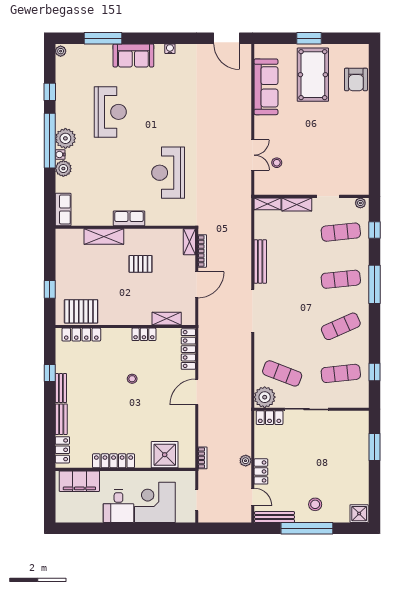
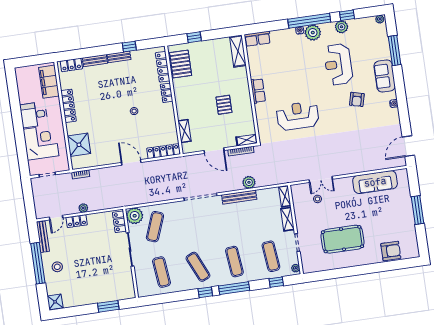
window: (309, 38) -> (418, 210), width x1.44
pool table: (313, 75) -> (342, 239), moved
armchair: (356, 79) -> (391, 251), turned 180
armchair: (158, 95) -> (357, 99), added
reception desk: (110, 112) -> (338, 64), turned 90
plant: (63, 169) -> (342, 27), moved
shelving: (104, 236) -> (238, 51), moved
plant: (243, 246) -> (249, 182), added
locker: (144, 334) -> (167, 93), moved
window: (374, 372) -> (205, 292), moved

